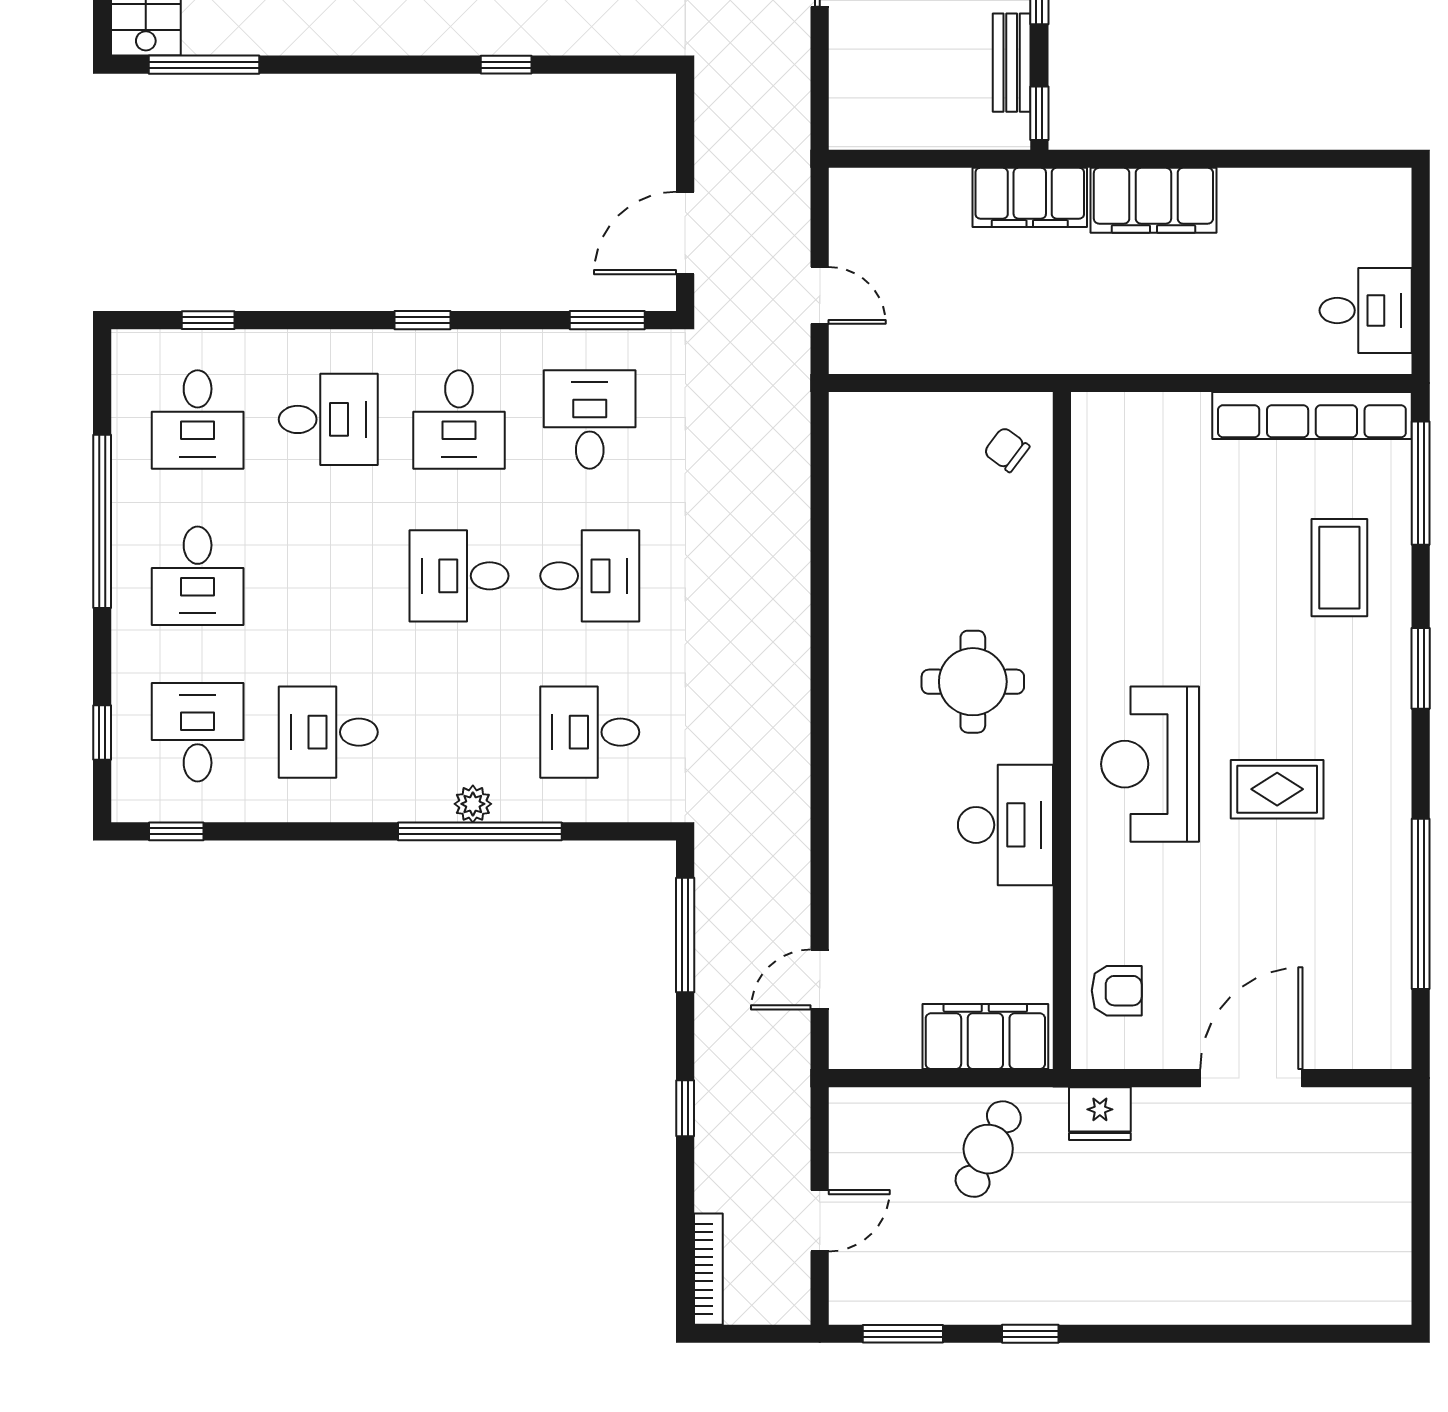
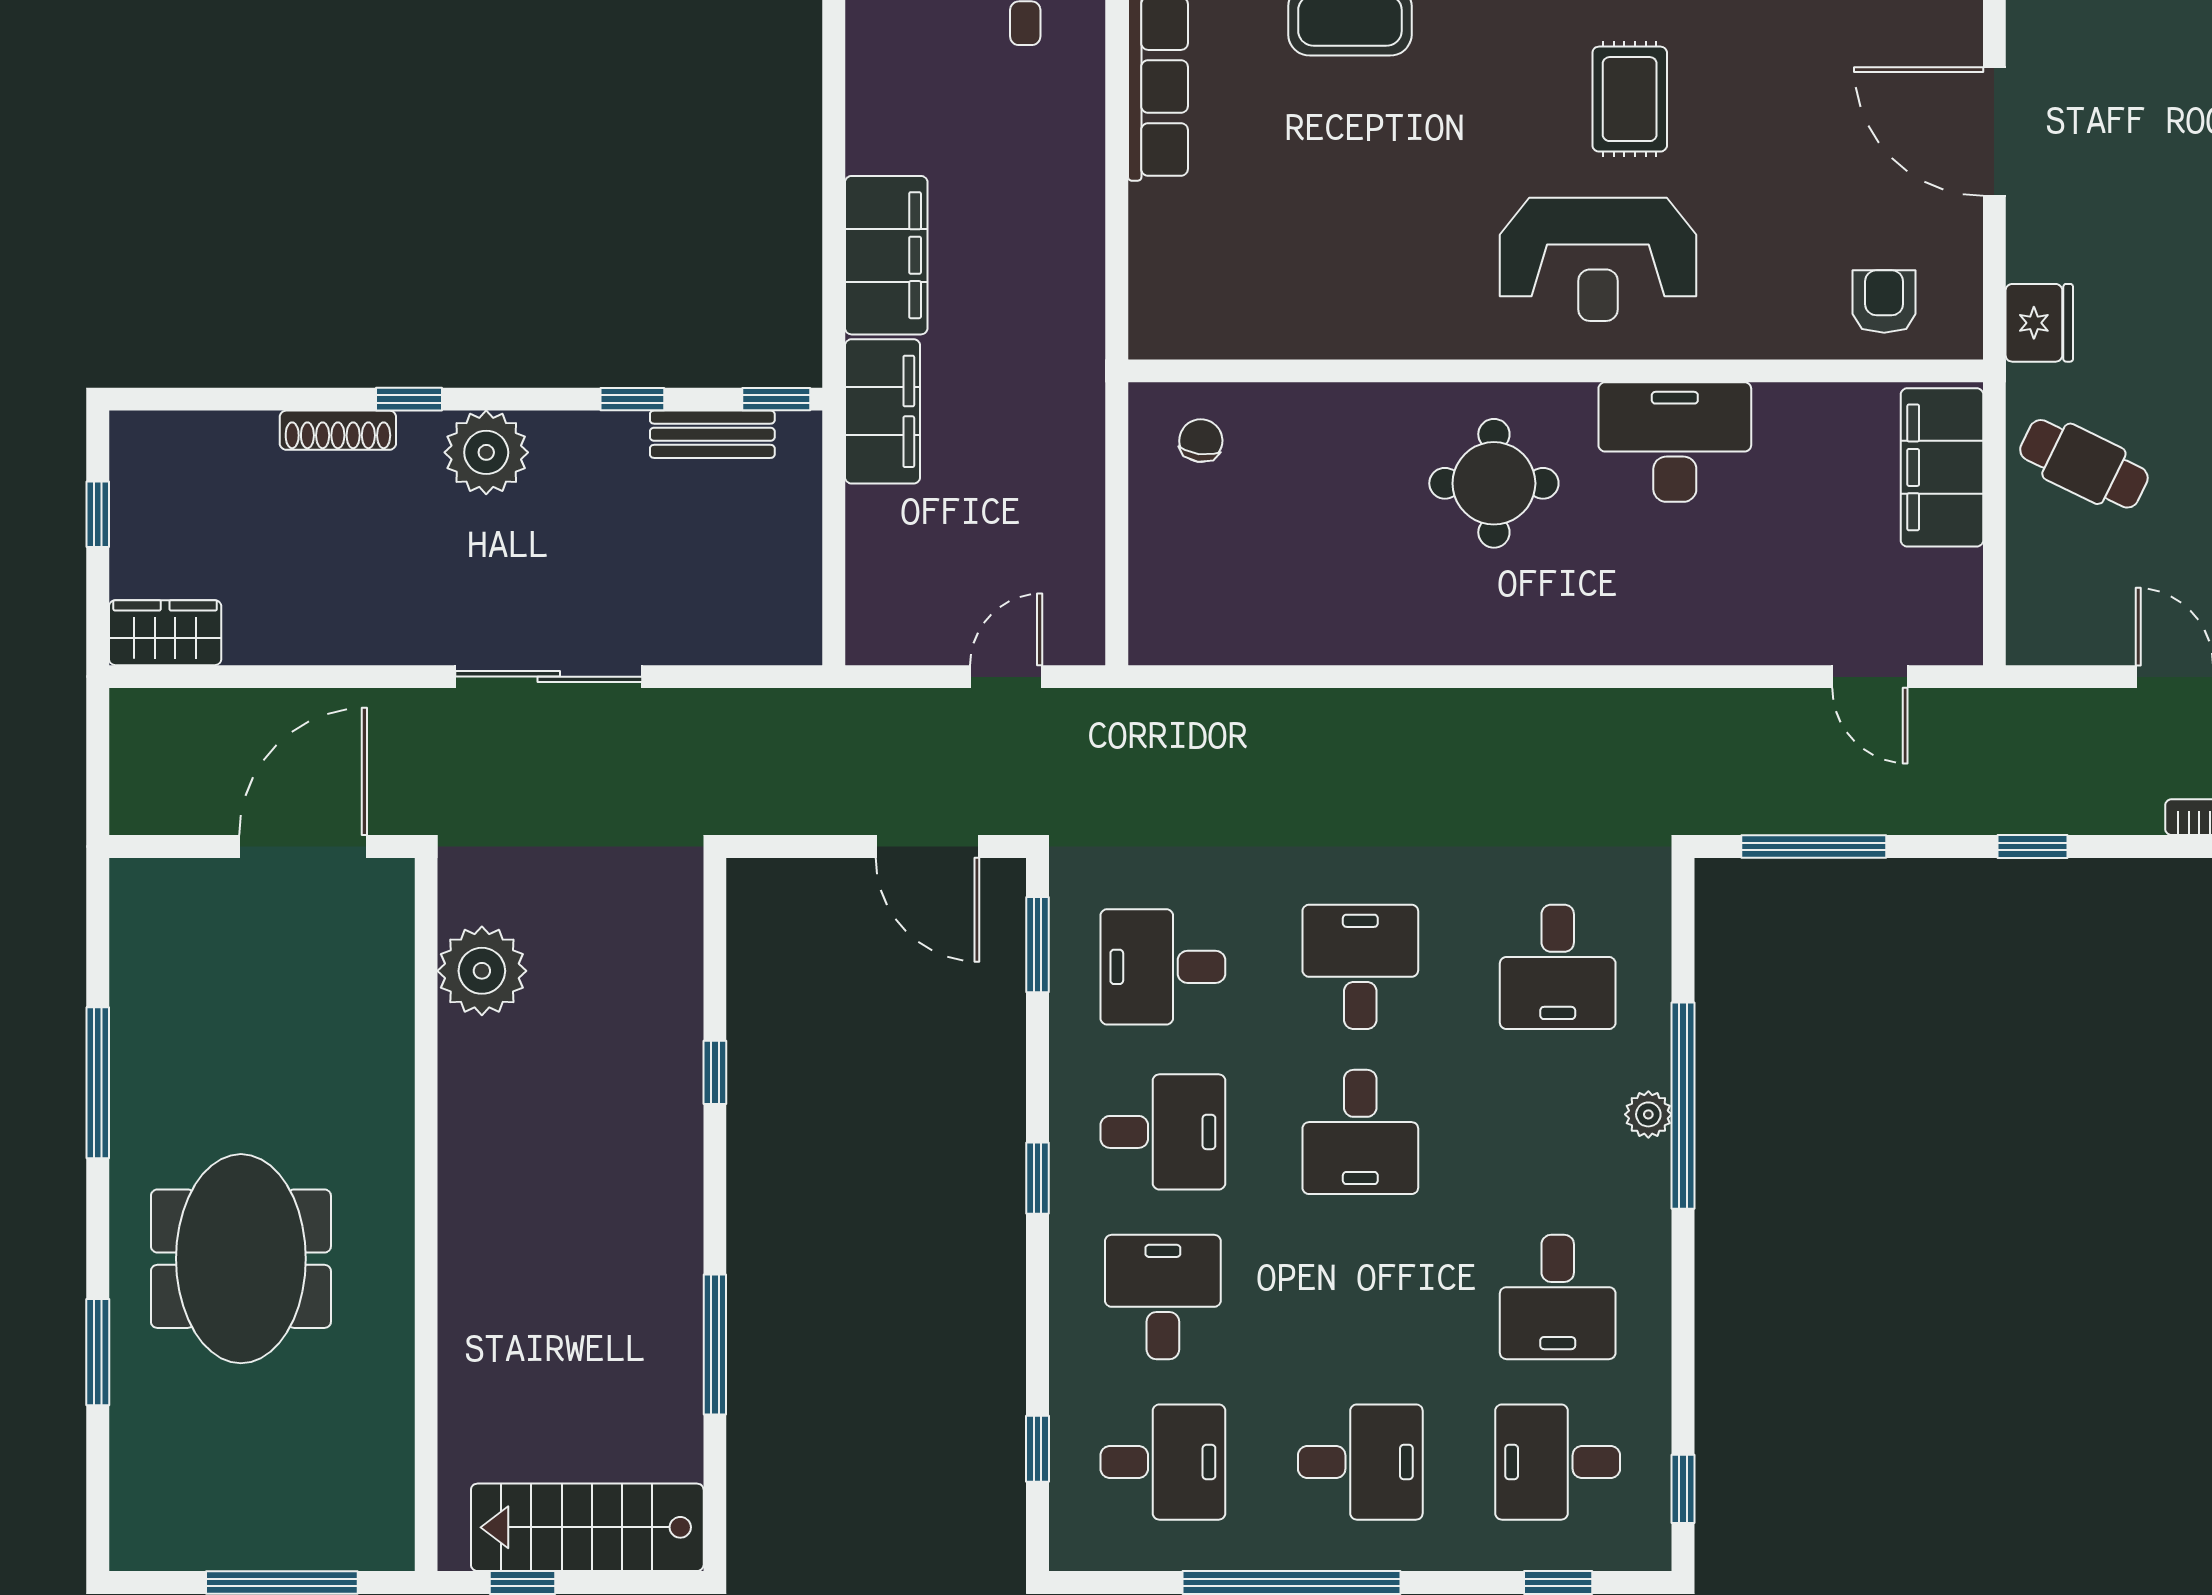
window: (204, 65) -> (715, 1345), moved
chair: (1007, 450) -> (1201, 441), turned 151

